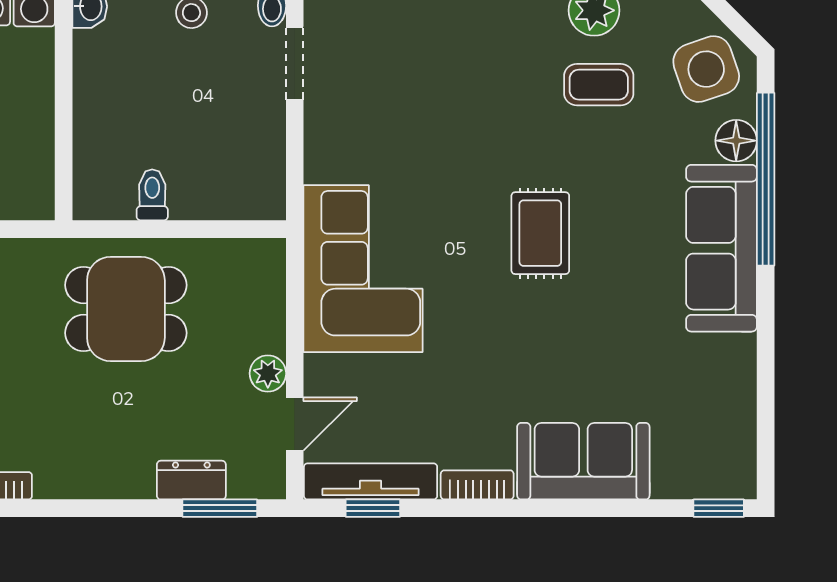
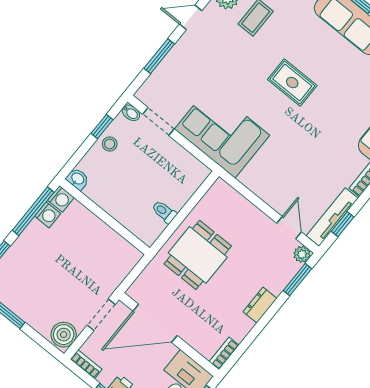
corner sofa: (363, 269) -> (222, 132), moved
plant: (268, 373) -> (302, 254), moved
dresser: (191, 480) -> (260, 305), moved

